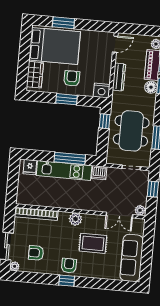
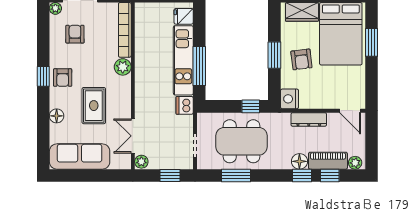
armchair: (72, 78) -> (301, 59), turned 83
plant: (75, 219) -> (123, 67), moved
armchair: (69, 266) -> (63, 78), turned 90
floor lamp: (98, 273) -> (57, 116), added

